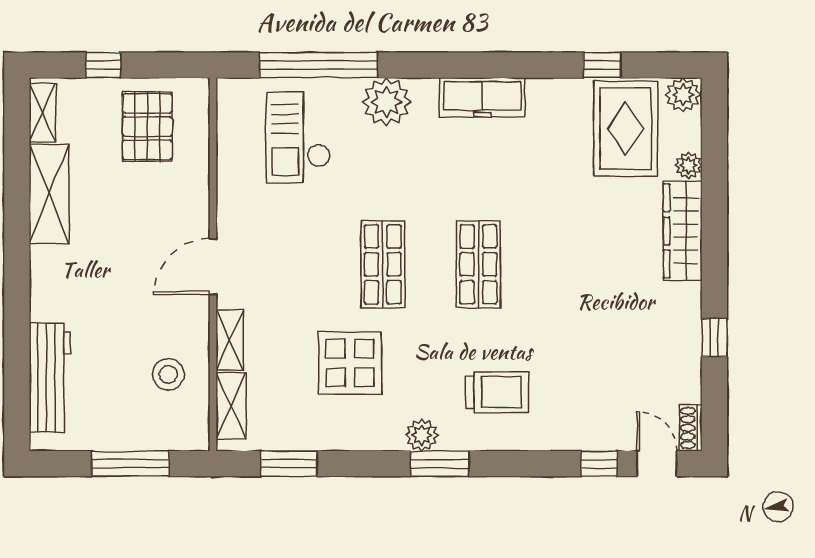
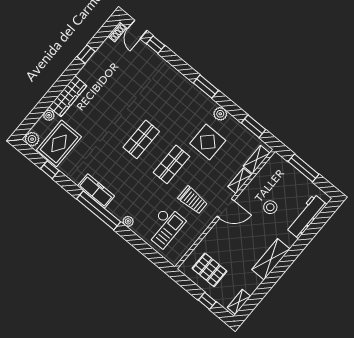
window: (319, 65) -> (99, 210), moved
plant: (386, 102) -> (128, 221), width x0.53, depth x0.53
pallet: (147, 127) -> (209, 270), turned 90
shelving: (49, 194) -> (271, 259), moved
stool: (168, 374) -> (270, 207), moved
trolley: (497, 392) -> (193, 200), moved, turned 180
plant: (422, 435) -> (220, 114), moved

